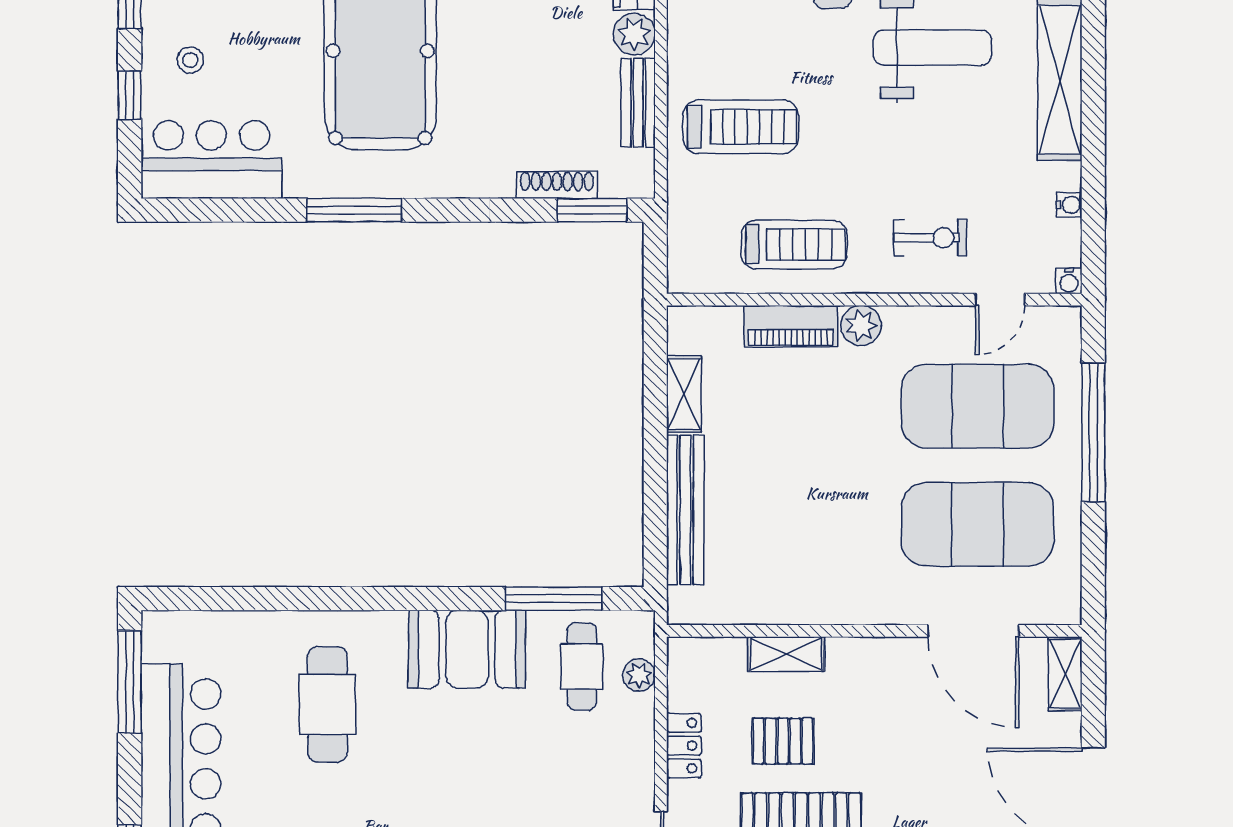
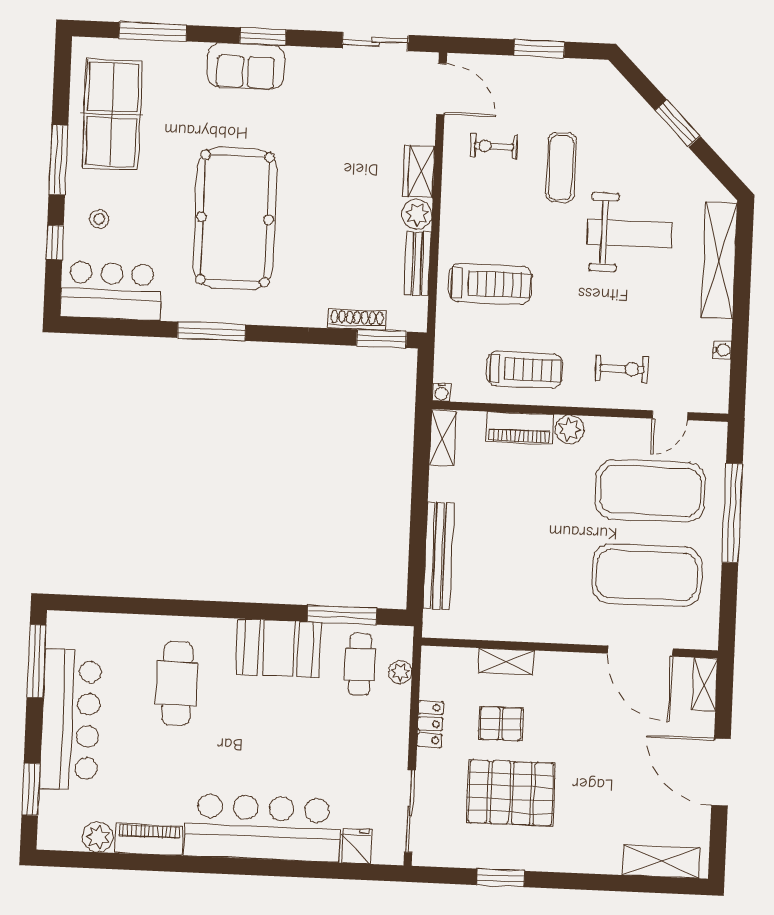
water cooler: (1069, 281) -> (442, 392), moved
shelving: (684, 394) -> (443, 438), moved

